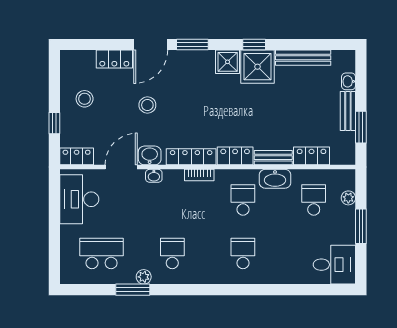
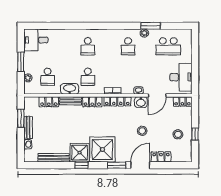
shower: (228, 62) -> (102, 150), width x1.86, depth x1.86
window: (54, 123) -> (195, 134), moved

